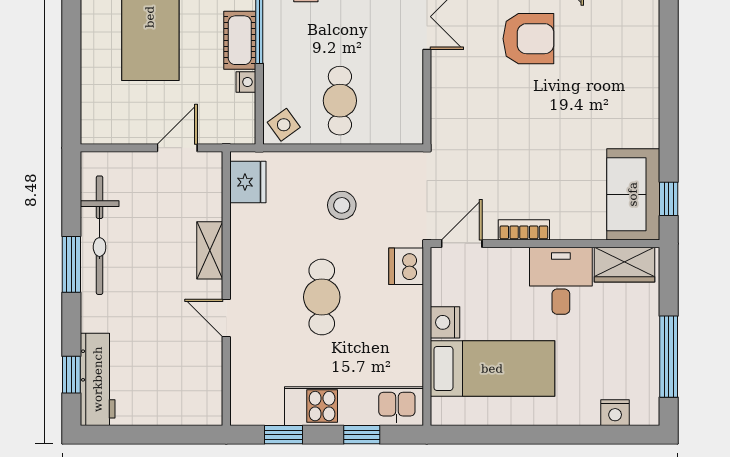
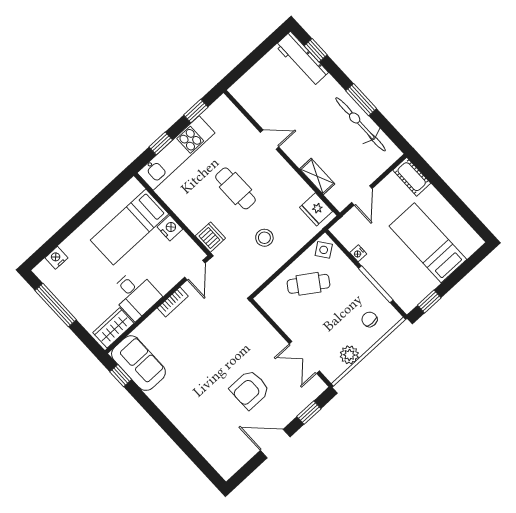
cot: (240, 40) -> (412, 177), moved
cafe table: (340, 101) -> (308, 284), turned -56
shelving: (210, 250) -> (317, 176), moved

